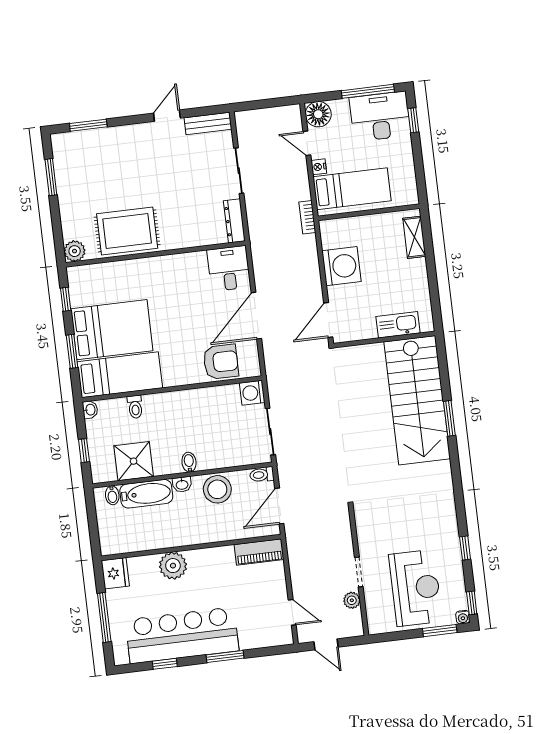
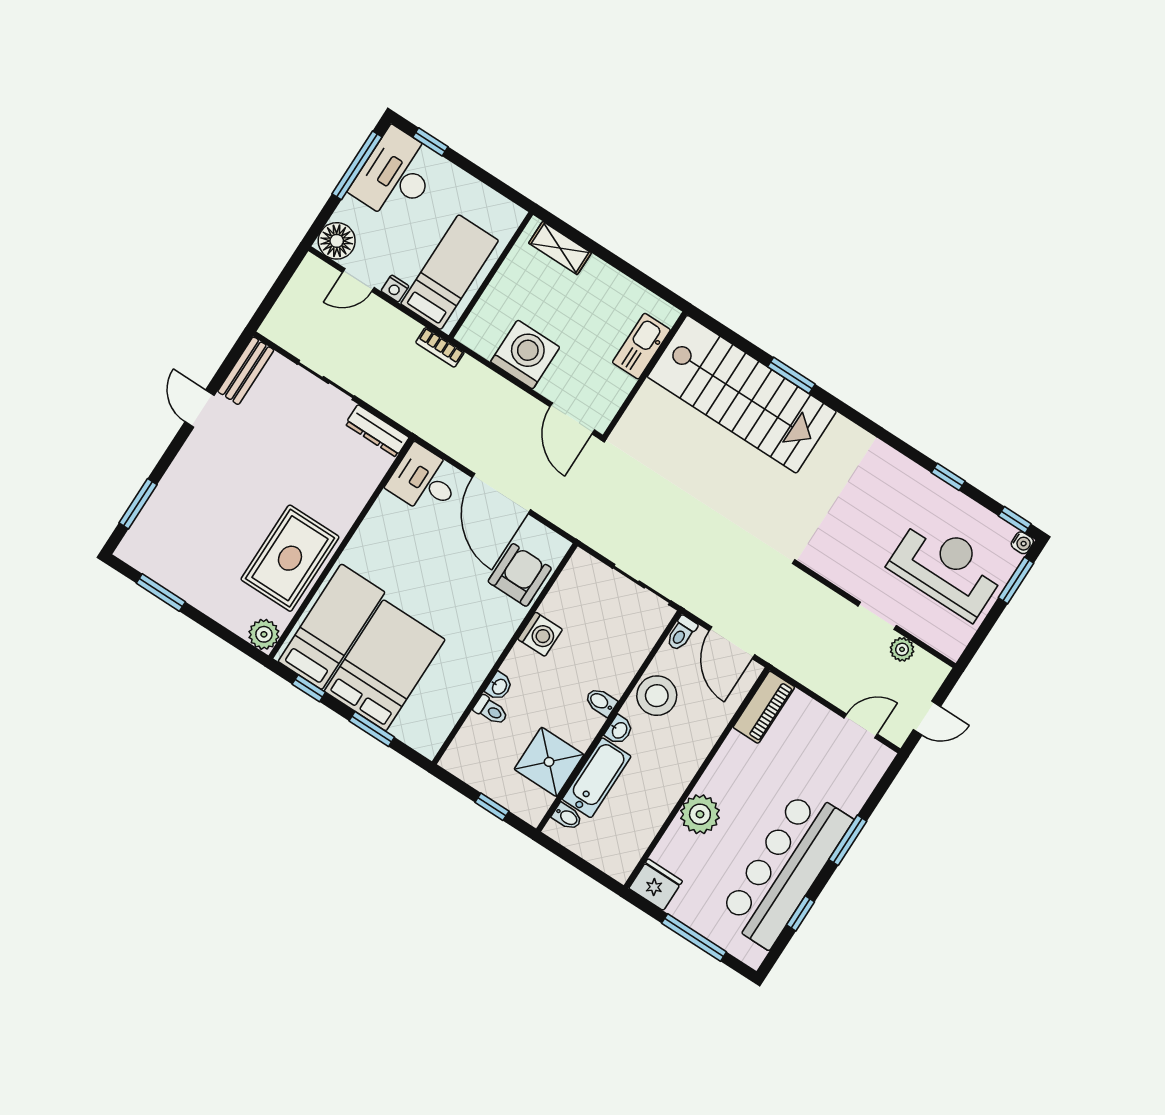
bed: (120, 375) -> (332, 627), moved
washing machine: (252, 393) -> (540, 634), moved, turned -90
washbasin: (90, 410) -> (499, 686), moved, turned 90

